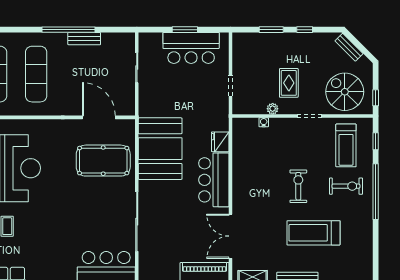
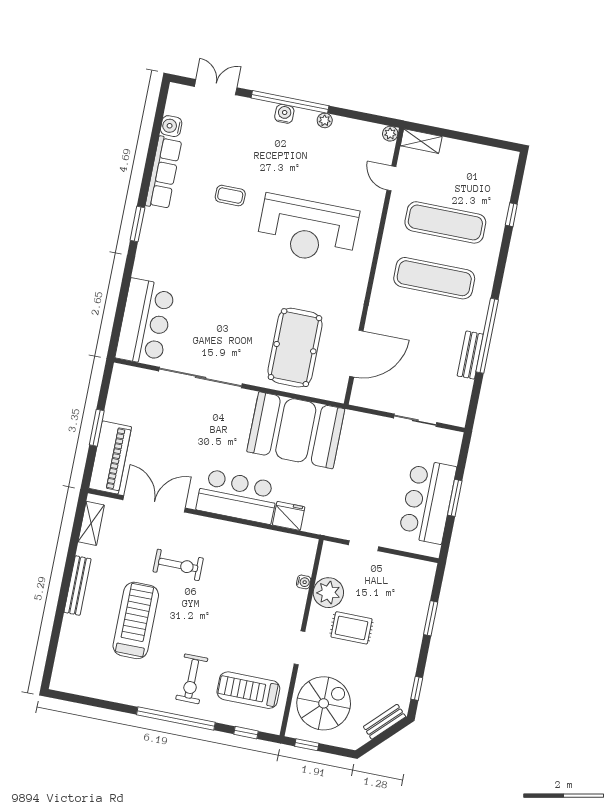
window: (305, 30) -> (417, 688), moved
plant: (273, 109) -> (328, 593), width x1.88, depth x1.88
exercise bike: (298, 186) -> (178, 565), moved

